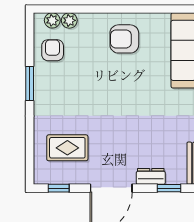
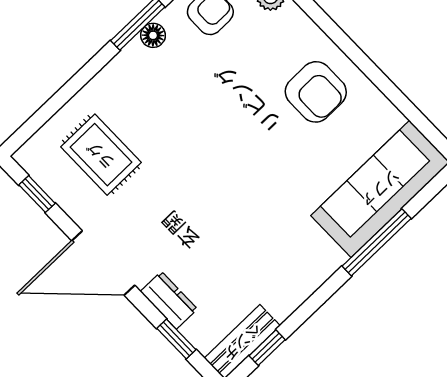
armchair: (124, 39) -> (316, 92), turned 180
floor lamp: (40, 82) -> (153, 35), added

